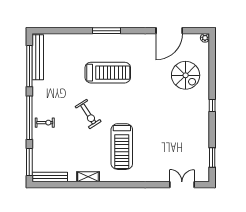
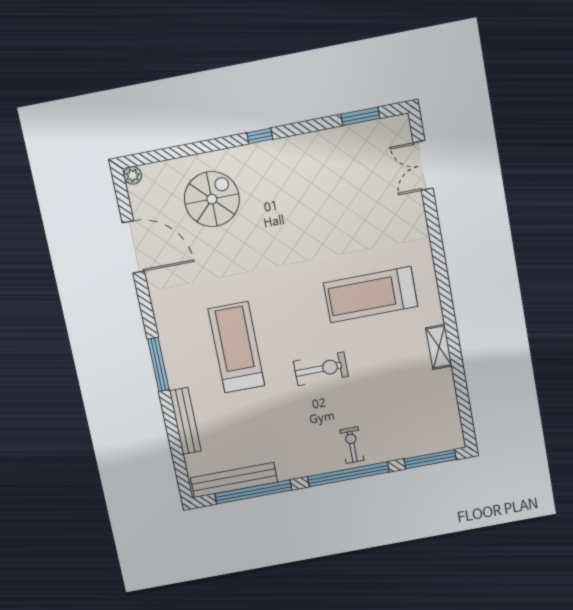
exercise bike: (88, 114) -> (321, 369), turned 33
treadmill: (122, 147) -> (371, 295), turned 180
bench: (50, 177) -> (185, 421), moved

